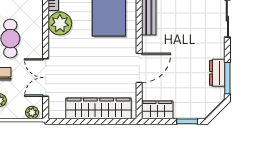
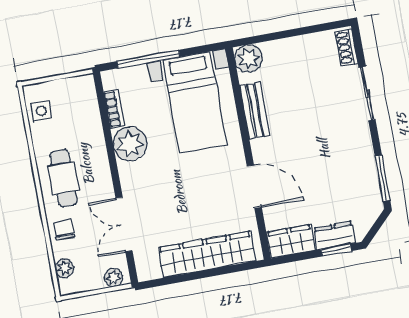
door: (139, 68) -> (254, 187), hinge flipped
dresser: (217, 73) -> (335, 235), moved, turned 90

